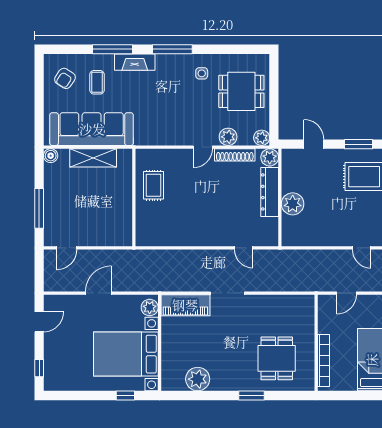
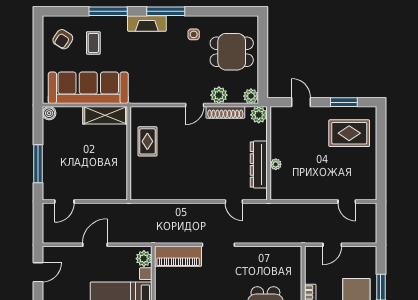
fireplace: (135, 62) -> (147, 24), moved
shelving: (93, 158) -> (105, 115), moved
dresser: (270, 192) -> (259, 164), moved
plant: (293, 204) -> (276, 164), width x0.53, depth x0.53

